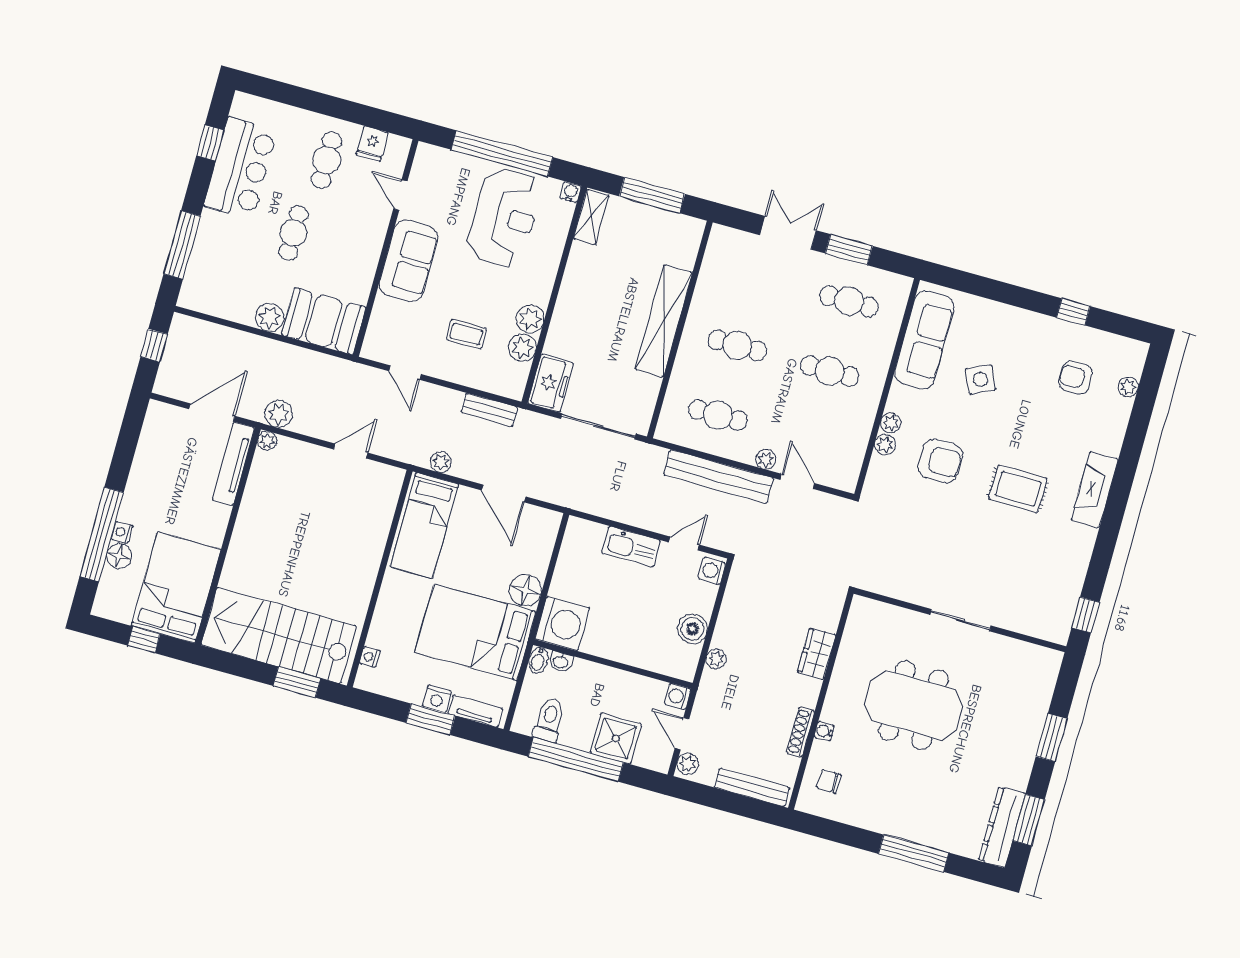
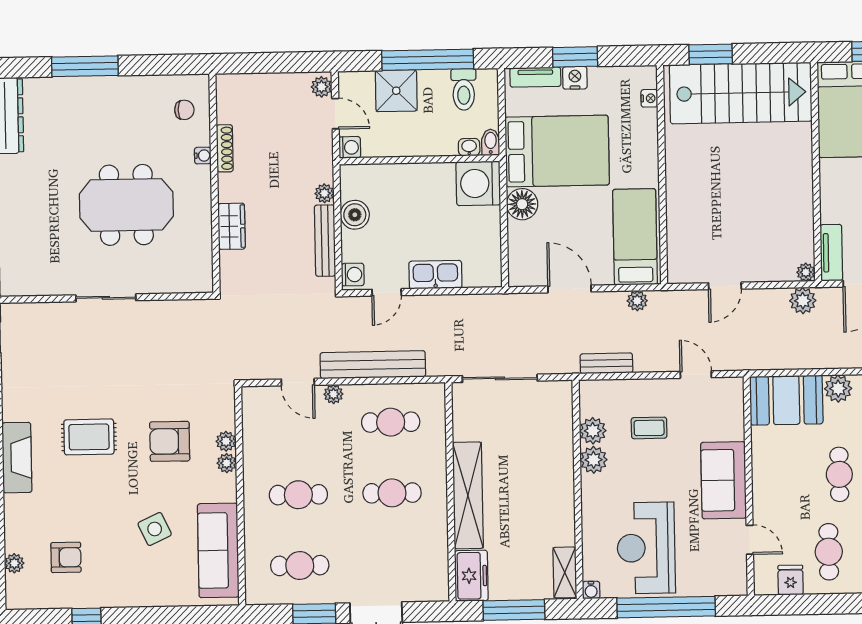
freezer: (550, 383) -> (471, 576), moved, turned 180
tv unit: (233, 464) -> (831, 253), width x0.71
bench: (752, 787) -> (325, 241), moved, turned 90

